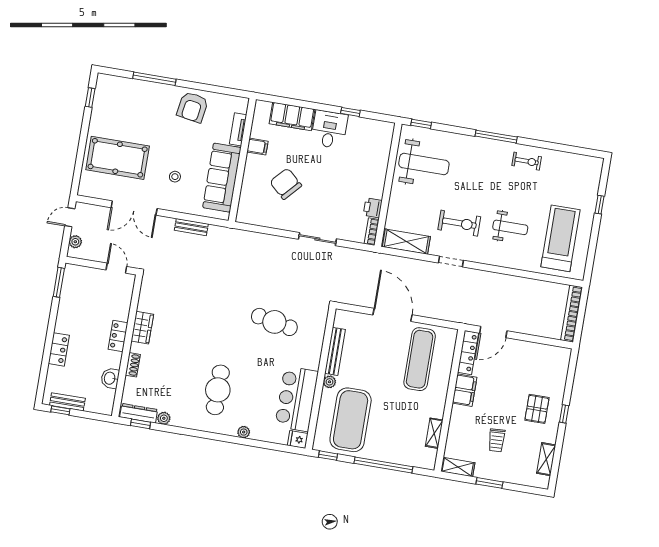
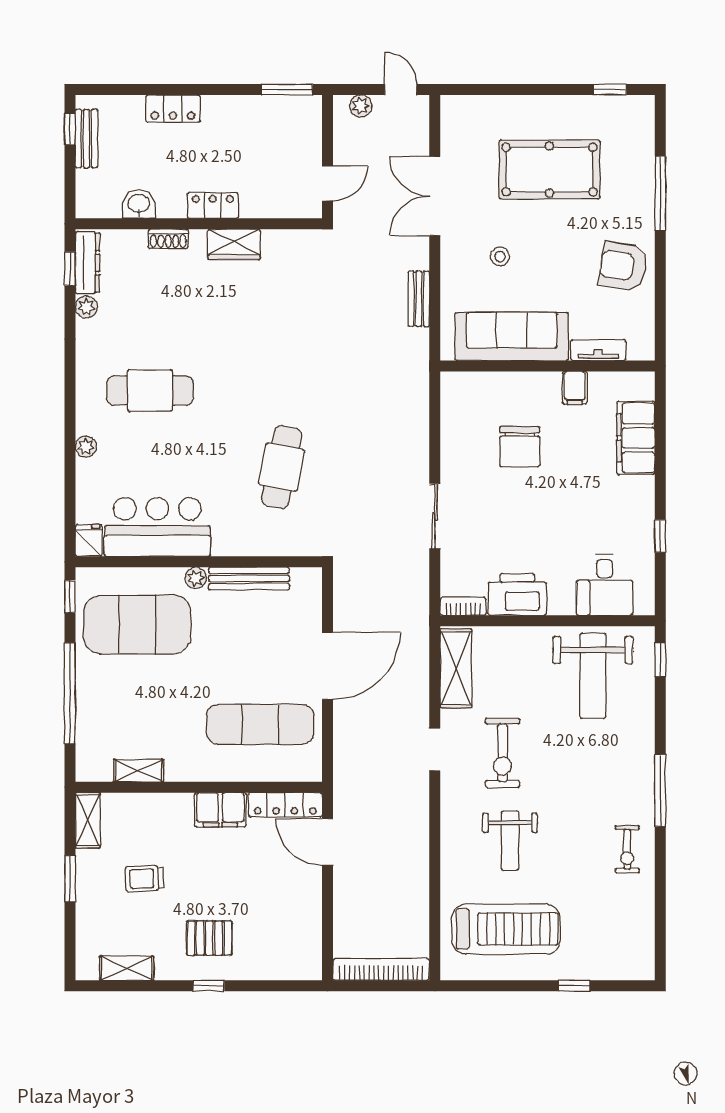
desk: (329, 129) -> (605, 585), moved, turned 90
pool table: (118, 158) -> (549, 170), moved, turned 90
chair: (286, 184) -> (520, 447), turned 138
printer: (373, 208) -> (517, 595), width x1.87, depth x1.48

